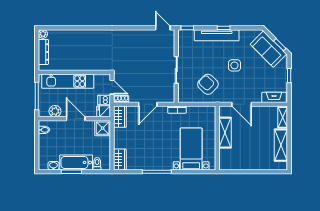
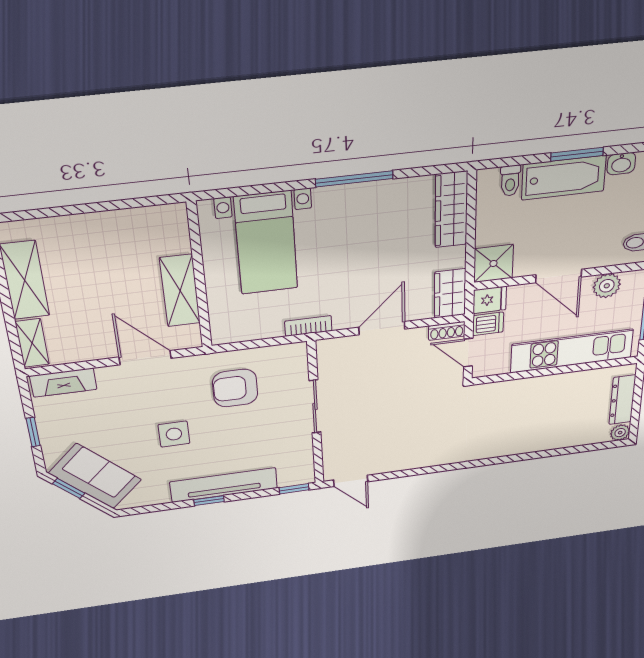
armchair: (208, 84) -> (235, 388), turned 136
wardrobe: (120, 160) -> (451, 210), width x1.50

